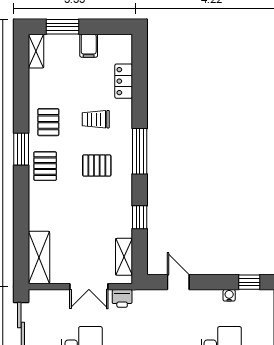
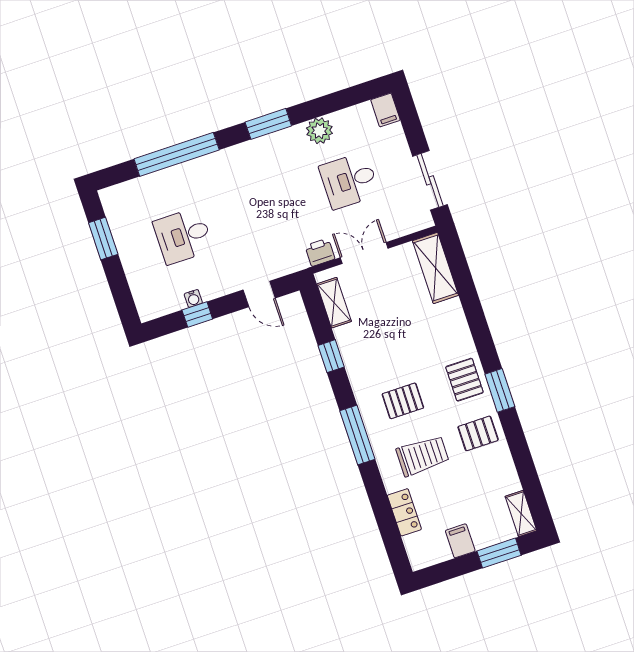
trolley: (96, 119) -> (423, 456), width x1.36, depth x1.39
pallet: (48, 122) -> (478, 433), turned 90
window: (249, 282) -> (197, 315), moved

